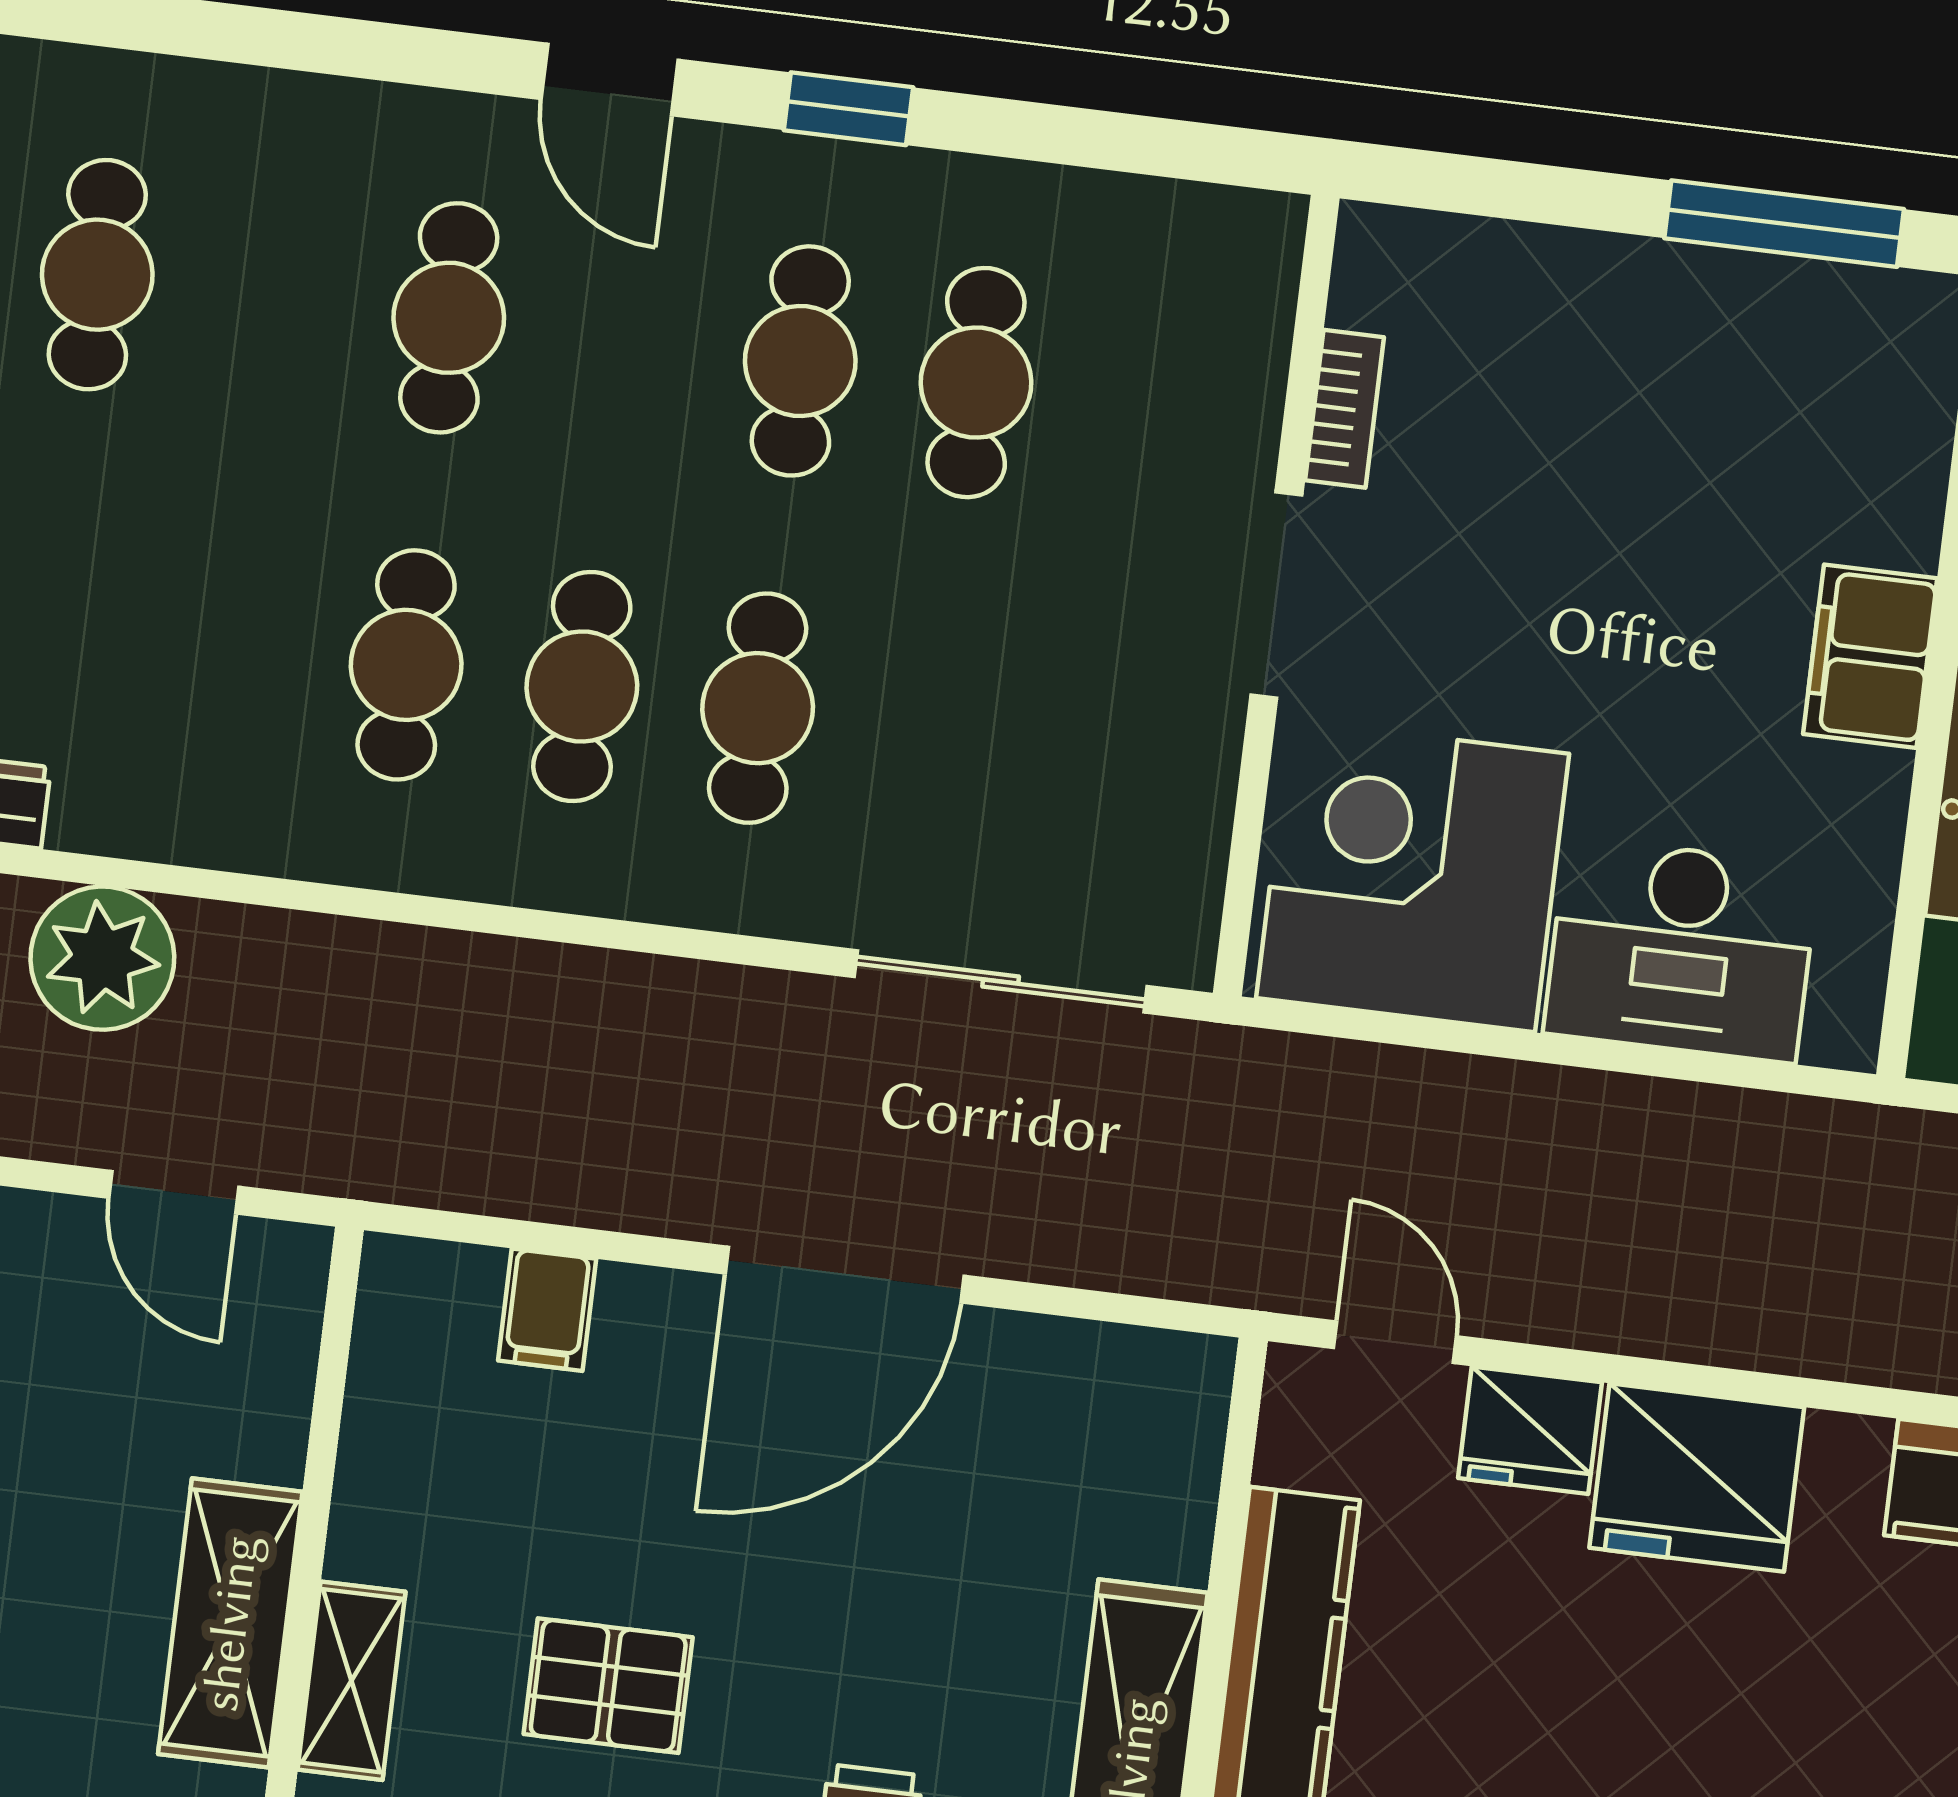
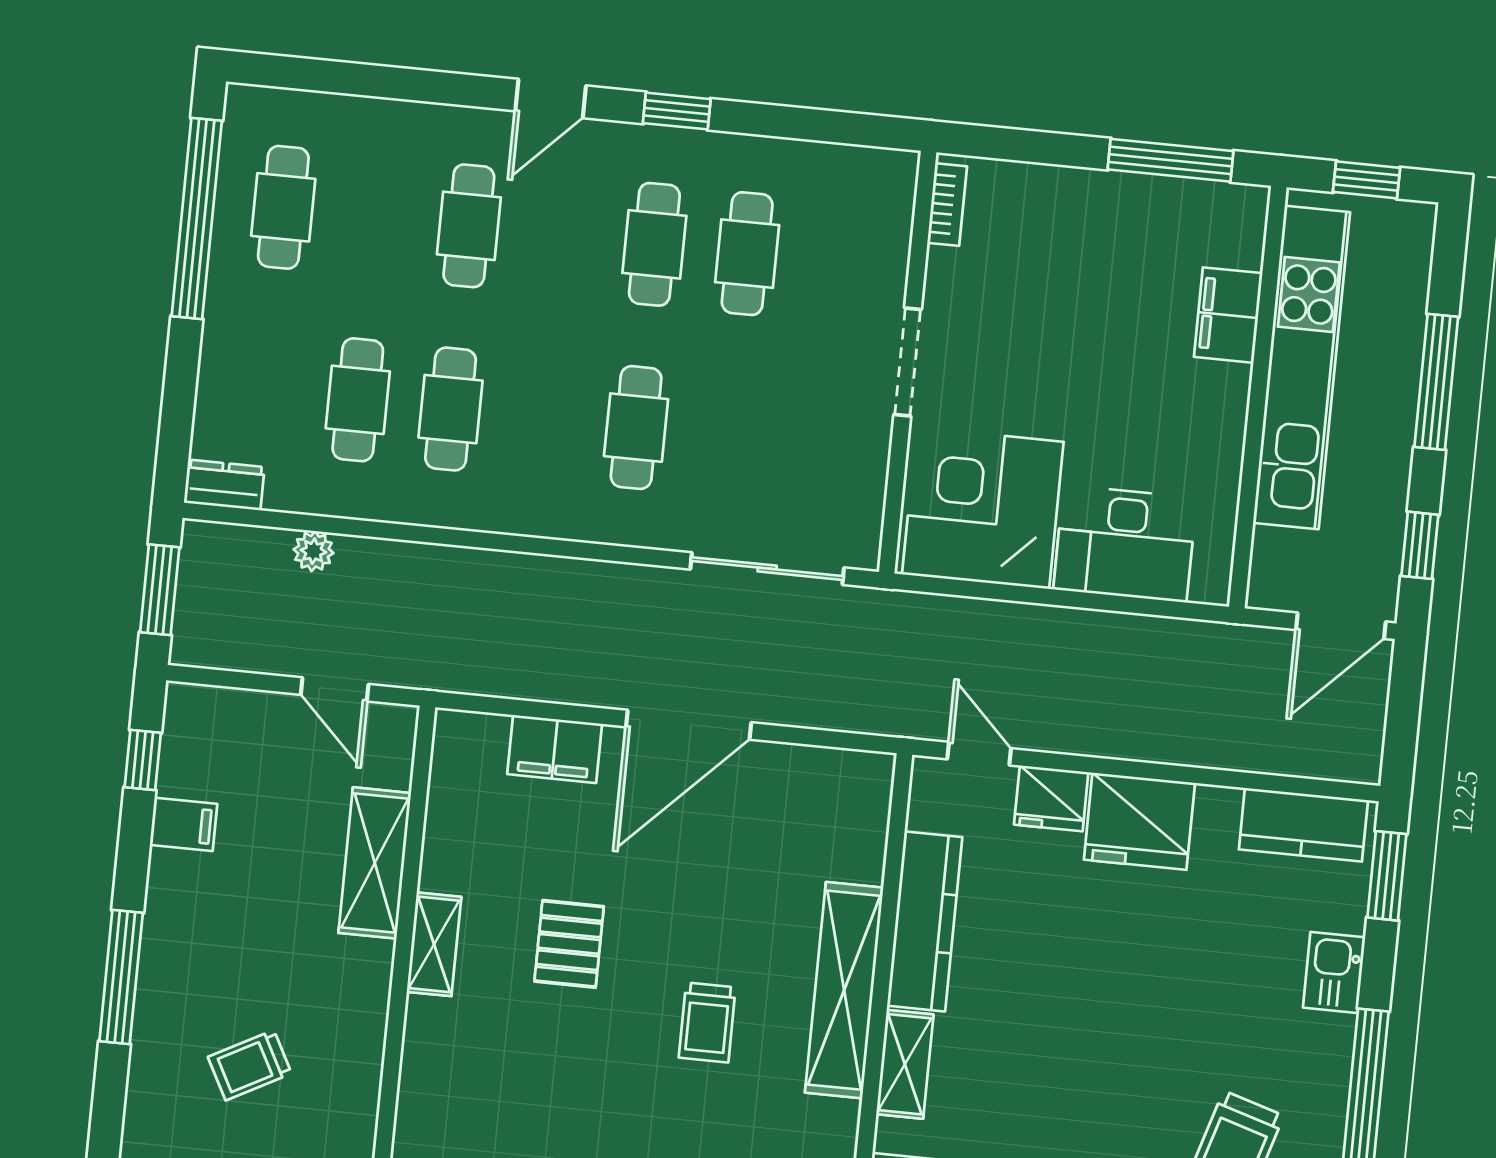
door: (610, 79) -> (551, 98), hinge flipped
bookcase: (1344, 409) -> (947, 205), moved
filing cabinet: (1870, 656) -> (1228, 315), moved
cafe table: (582, 687) -> (358, 400), moved
plant: (102, 958) -> (313, 551), width x0.53, depth x0.53
filing cabinet: (547, 1310) -> (555, 749), width x2.00
shelving: (230, 1623) -> (375, 863), moved
pallet: (608, 1686) -> (569, 944), turned 90

